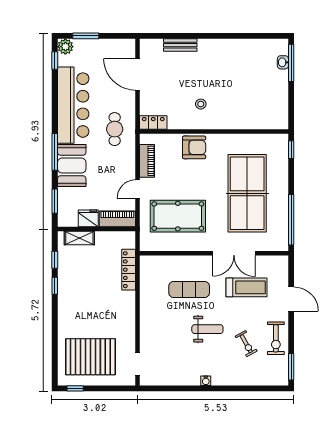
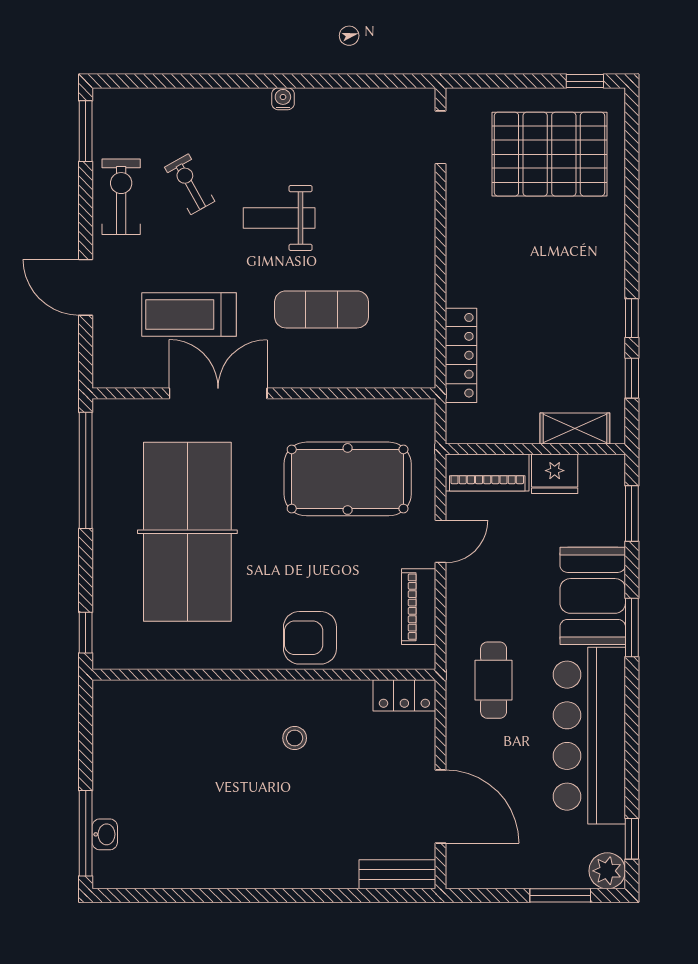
bench: (180, 45) -> (397, 874), moved
window: (55, 152) -> (632, 627), width x0.69

